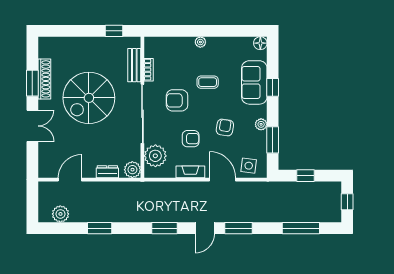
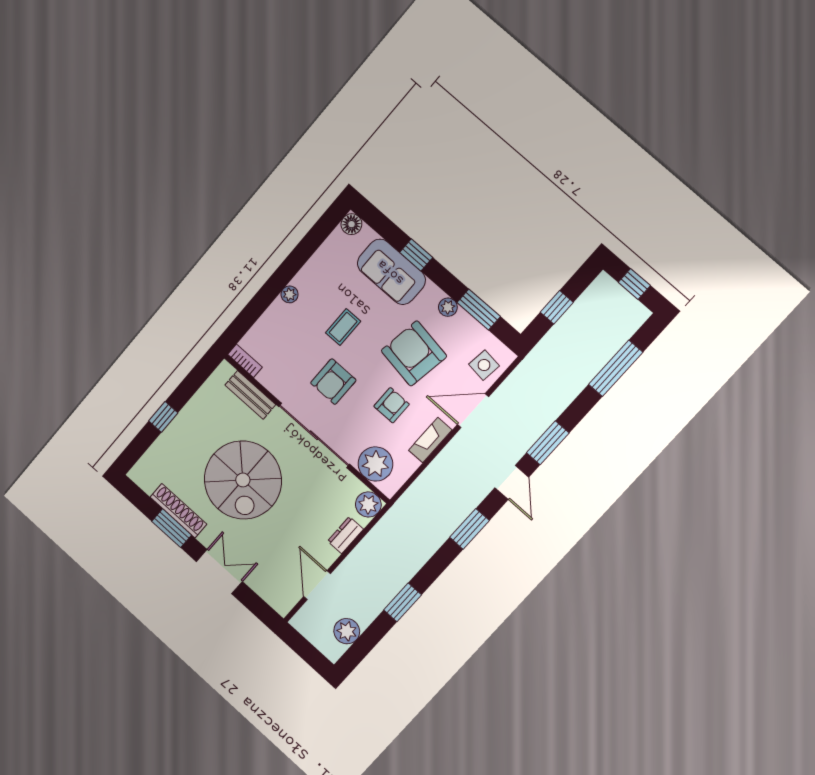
window: (114, 31) -> (163, 417), moved
bookcase: (149, 70) -> (245, 361), moved
armchair: (225, 127) -> (414, 353), width x1.88, depth x1.88

